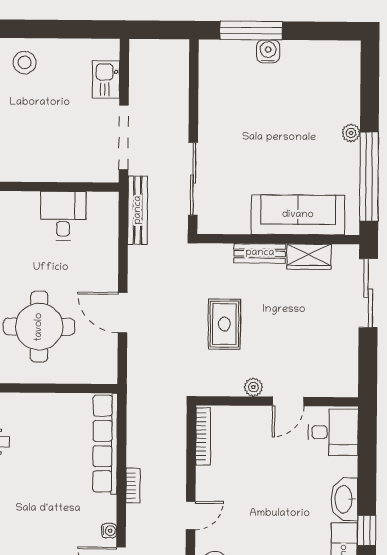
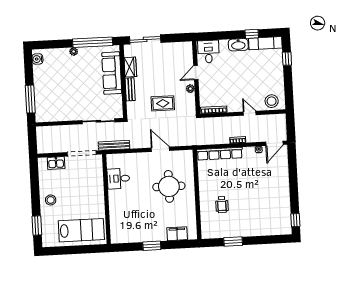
water cooler: (268, 51) -> (37, 59), moved
door: (123, 313) -> (160, 149), swing flipped
door: (288, 401) -> (196, 73), swing flipped

